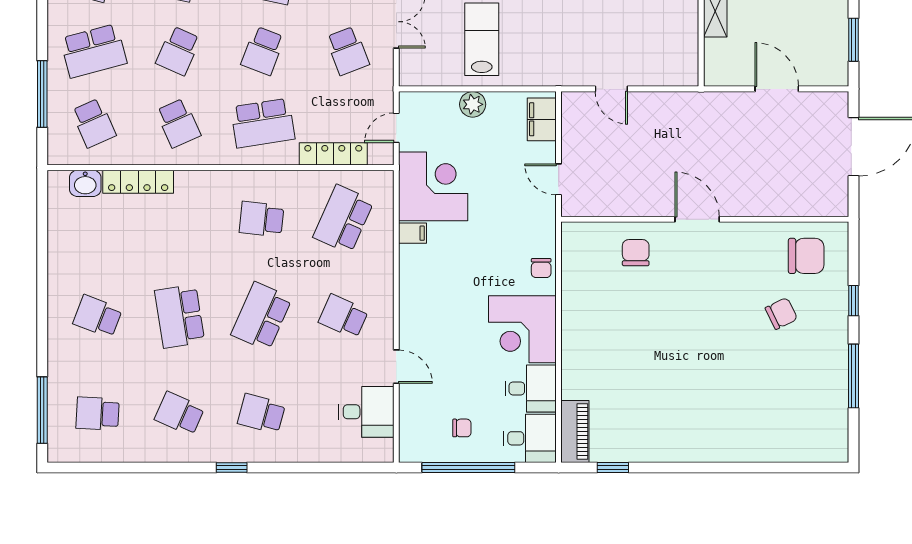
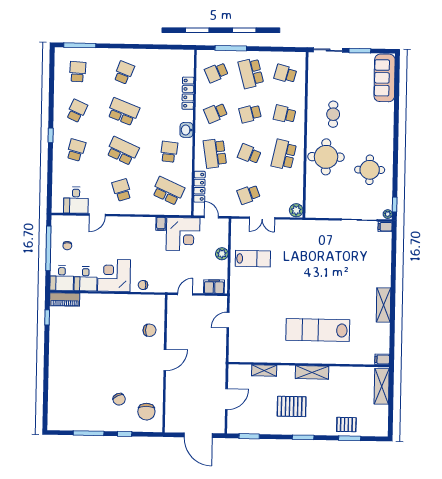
school desk: (178, 51) -> (250, 114), turned -39
washbasin: (85, 183) -> (186, 130), moved
school desk: (180, 316) -> (123, 112), turned 30
school desk: (343, 316) -> (122, 190), turned -42

